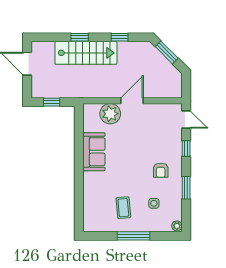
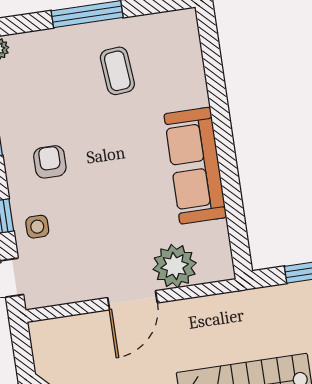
sofa: (94, 152) -> (195, 166), width x1.36
side table: (154, 203) -> (37, 227), moved

